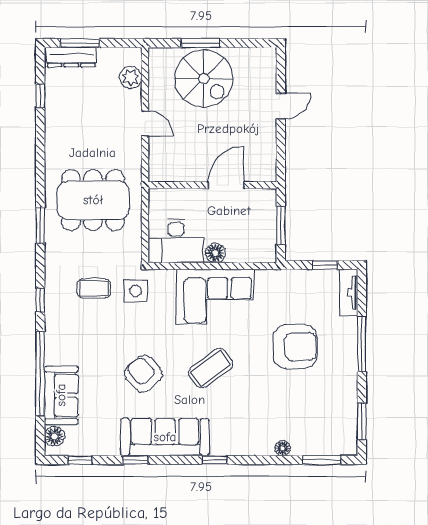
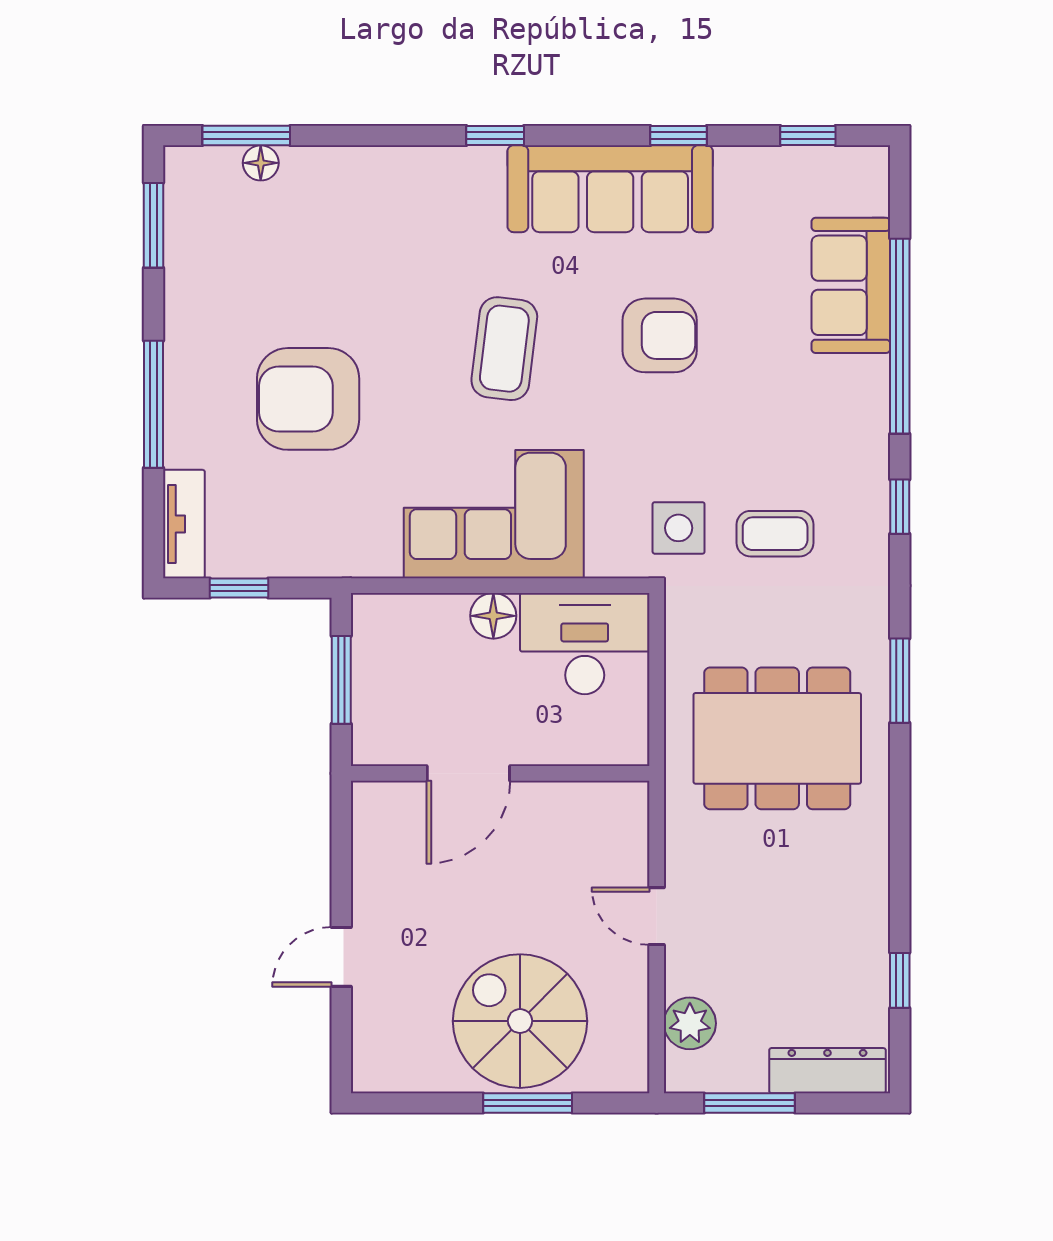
window: (80, 43) -> (750, 1103), moved
coffee table: (211, 368) -> (504, 349), turned -47
armchair: (144, 374) -> (660, 335), turned -48
floor lamp: (54, 436) -> (867, 190), removed
floor lamp: (283, 448) -> (261, 163), moved

